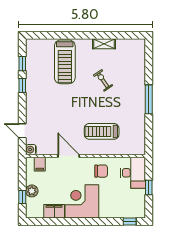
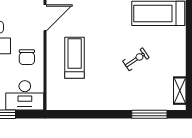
shelving: (104, 44) -> (180, 91), moved
window: (149, 99) -> (149, 114), moved

